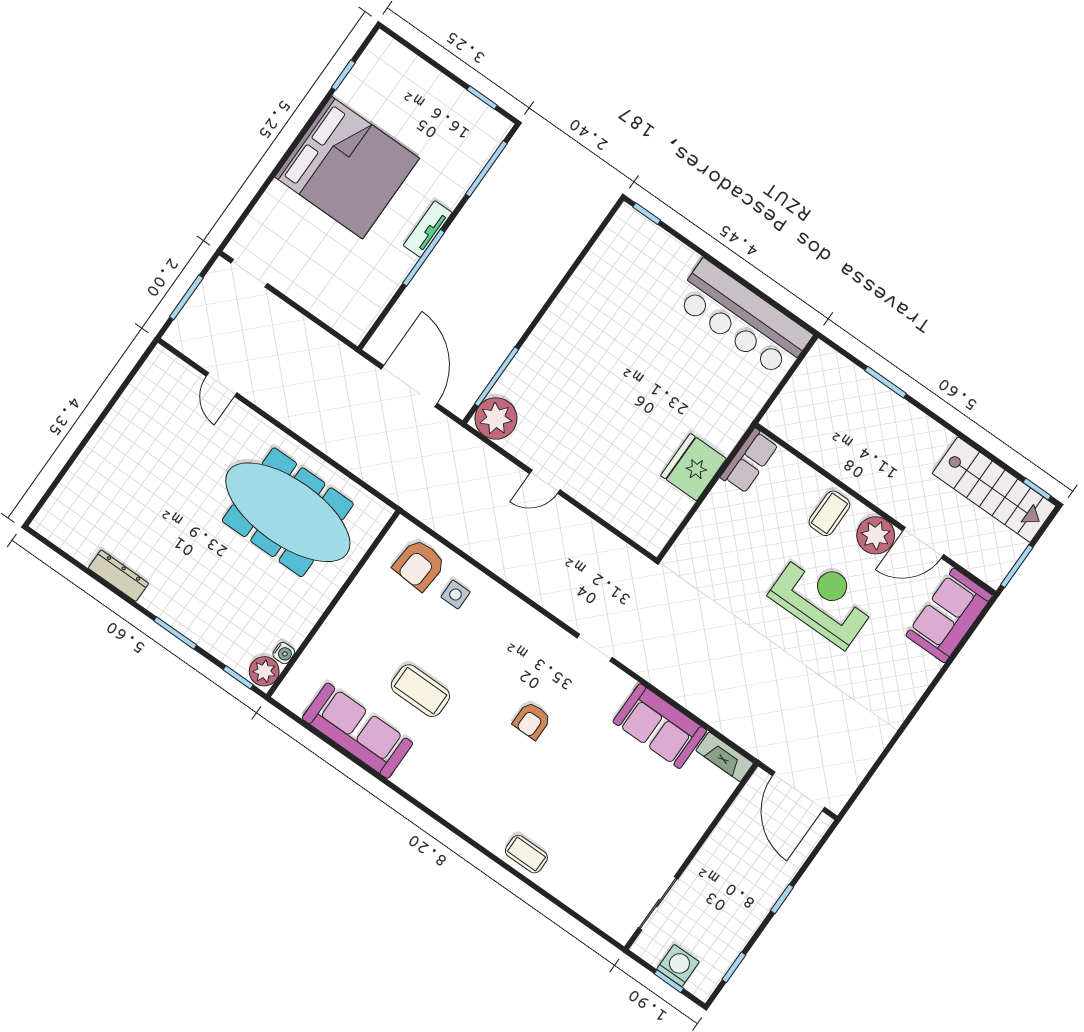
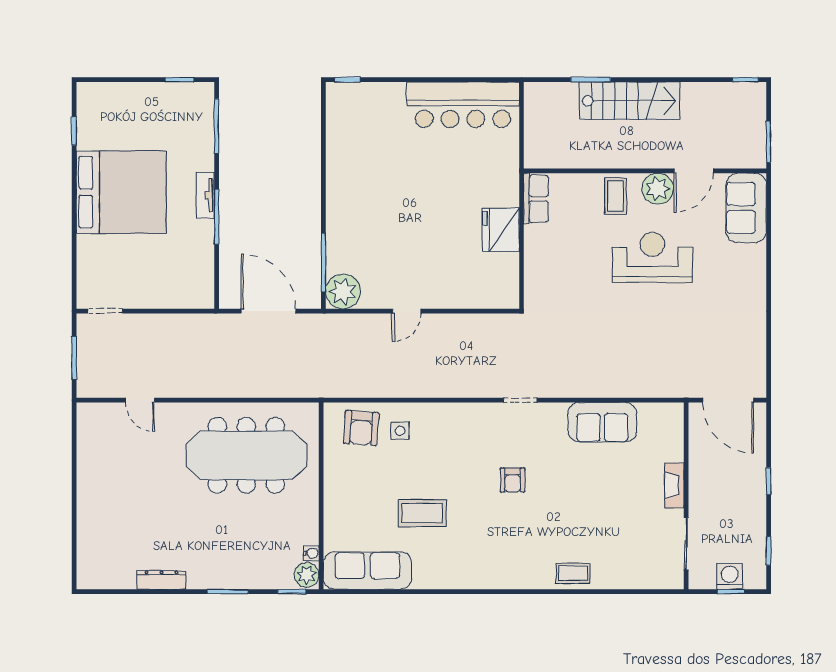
stairs: (994, 490) -> (630, 101), moved
sofa: (357, 731) -> (367, 571), moved
fireplace: (725, 757) -> (674, 485), moved, turned 90

